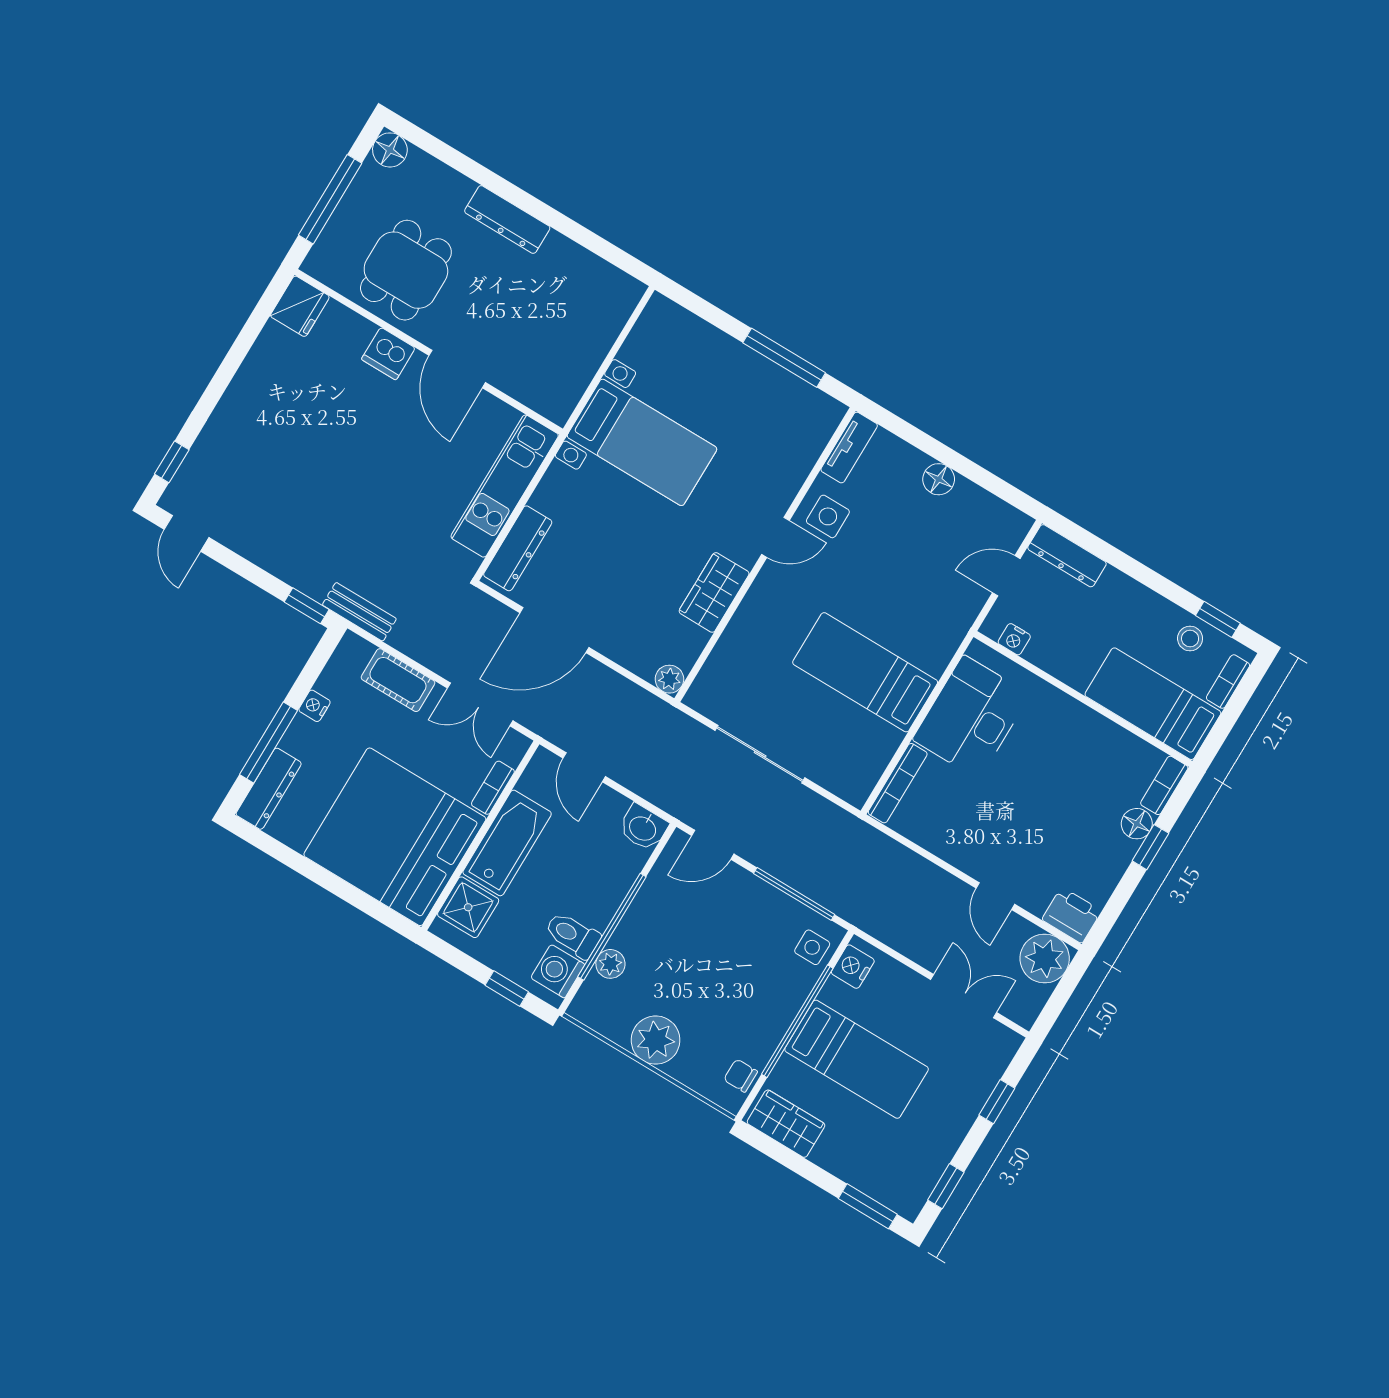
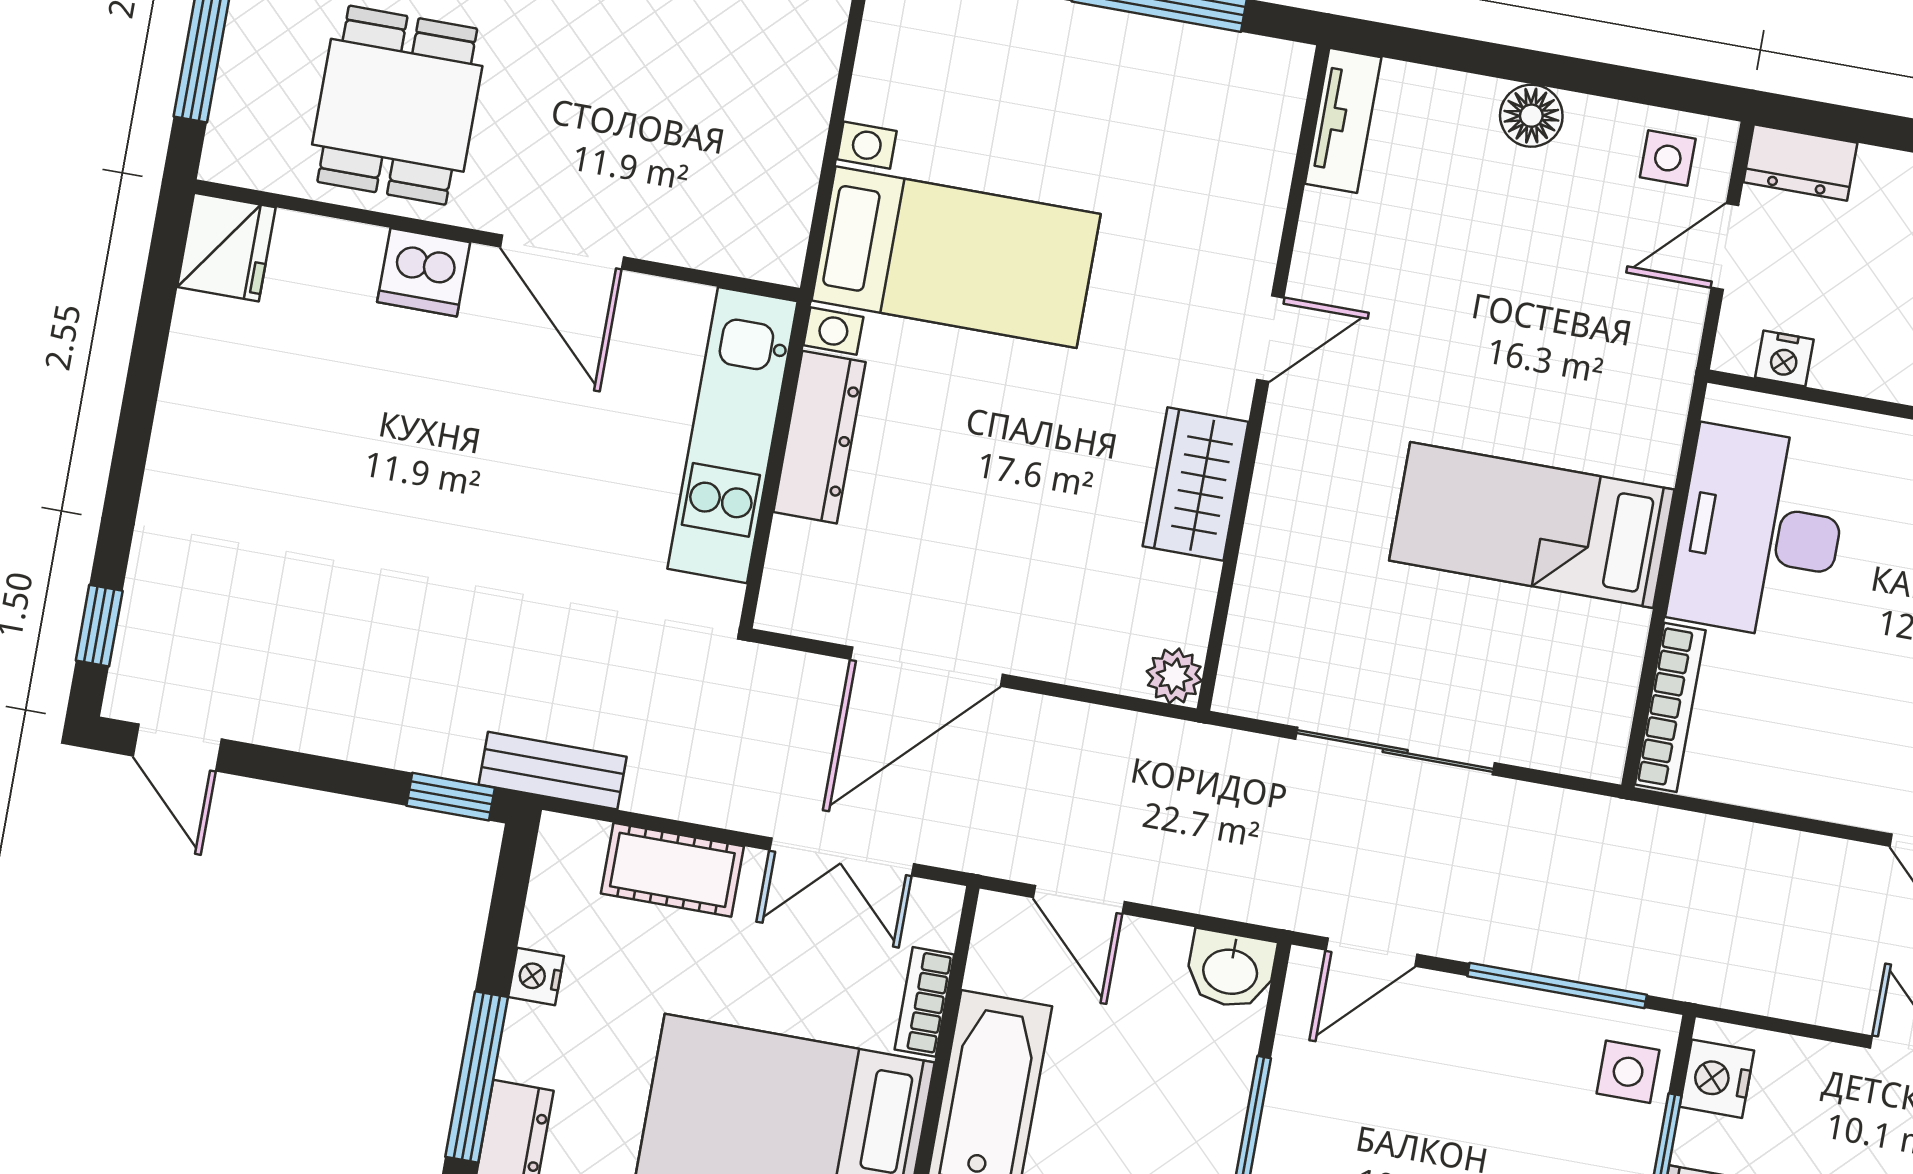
side table: (828, 516) -> (1668, 158), moved, width x0.73, depth x0.73
dresser: (518, 548) -> (820, 437), moved
dresser: (1067, 556) -> (1800, 162), width x0.70

